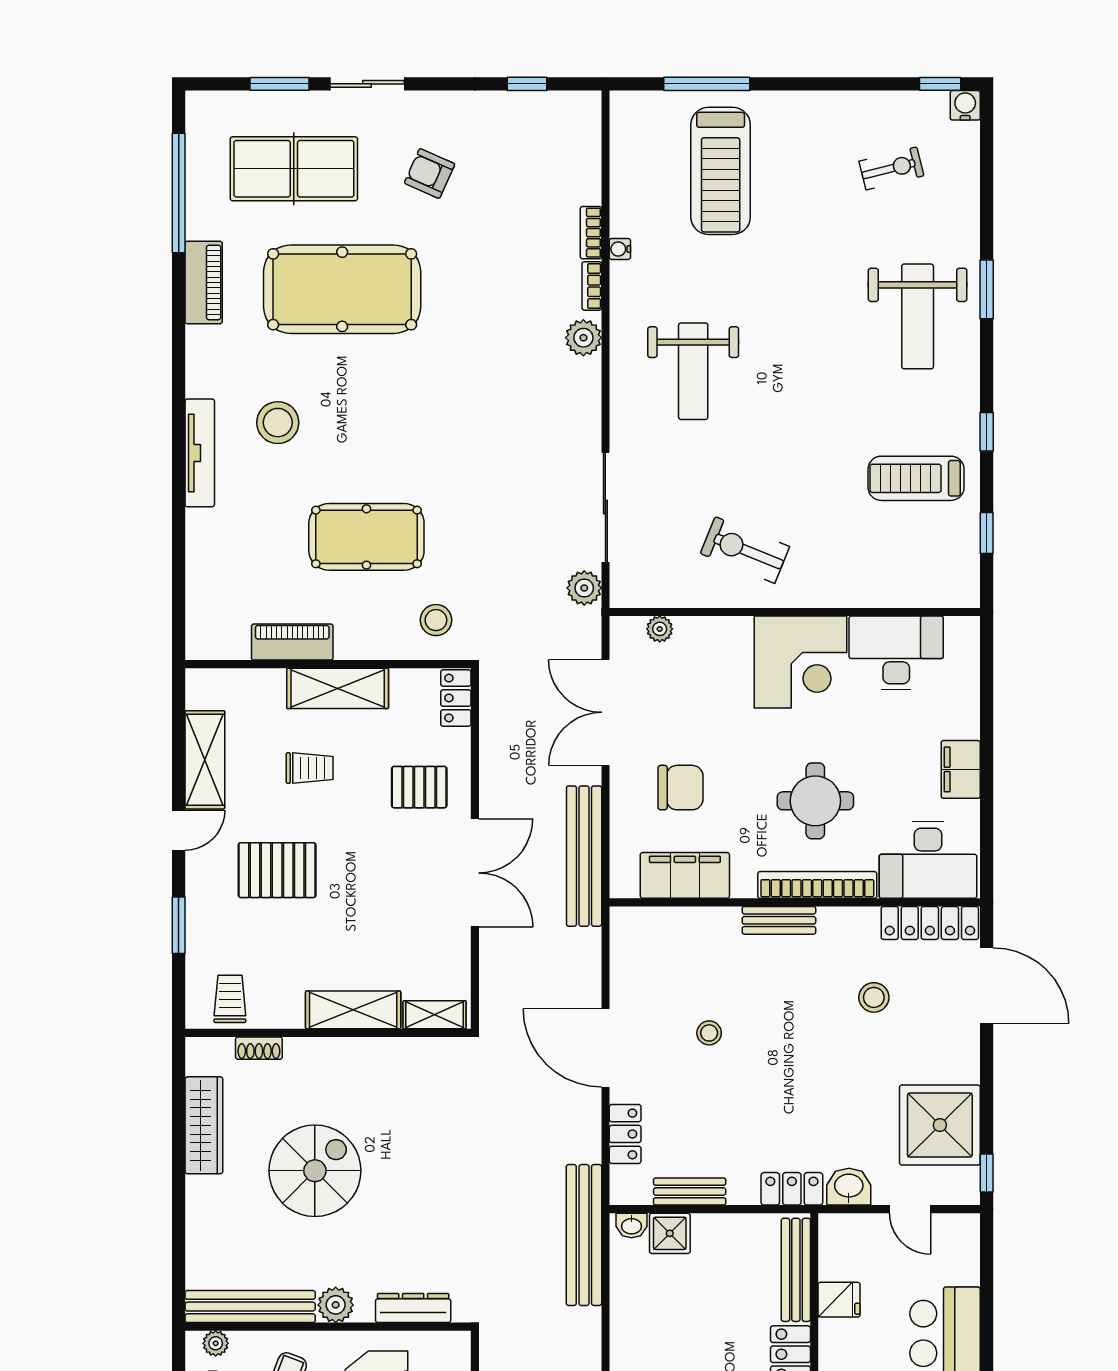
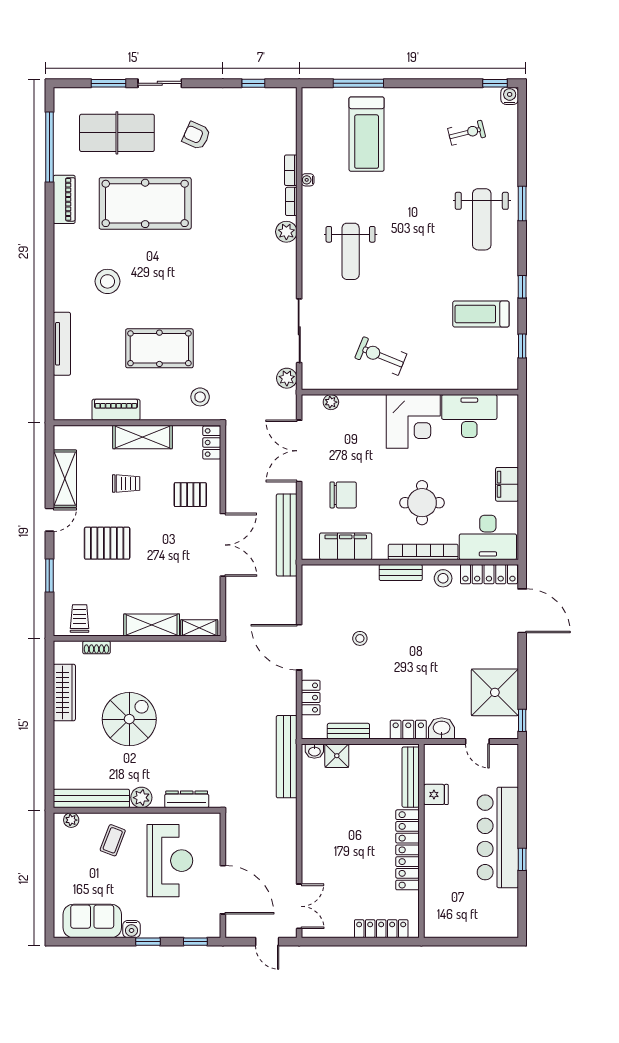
tv unit: (200, 453) -> (62, 344), moved
stool: (874, 997) -> (443, 578), moved

